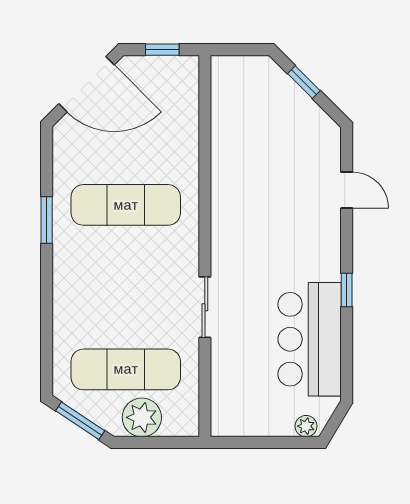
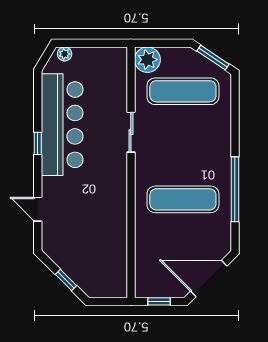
window: (47, 220) -> (235, 189), width x2.11
bar counter: (310, 339) -> (62, 125), width x1.36
plant: (142, 417) -> (147, 60), moved

